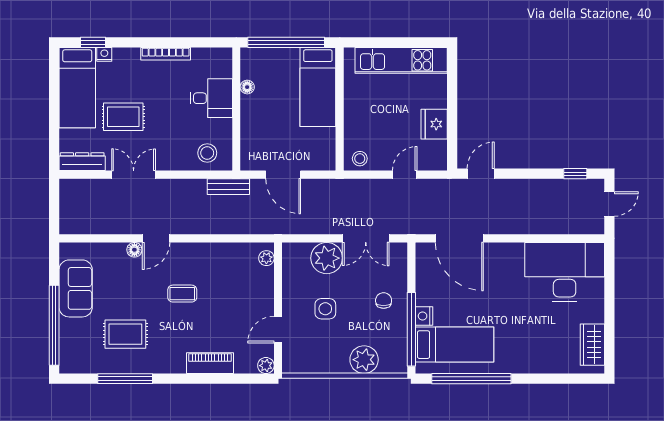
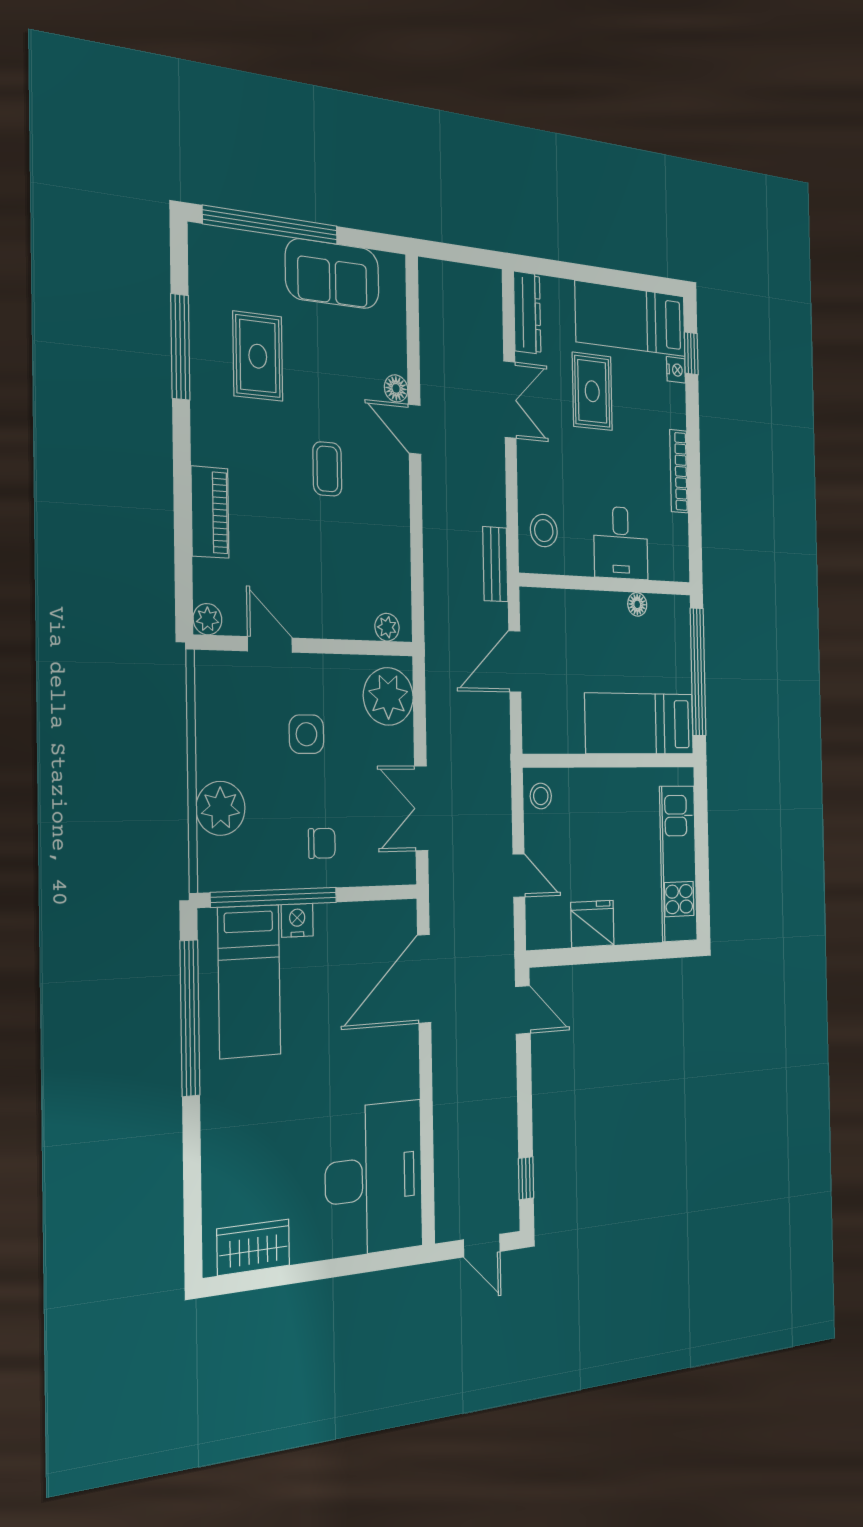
plant: (327, 258) -> (388, 696), moved

